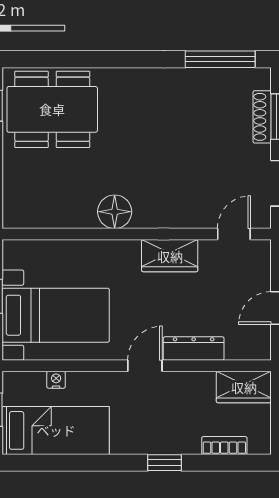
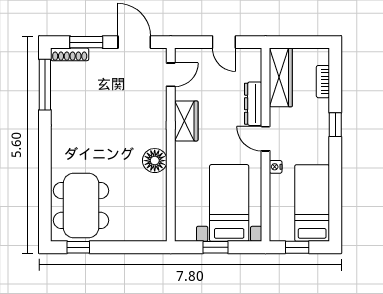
shoe rack: (262, 117) -> (70, 54), moved
door: (234, 234) -> (171, 75), swing flipped
nightstand: (56, 380) -> (276, 167), moved
wardrobe: (244, 387) -> (281, 77), width x1.50

